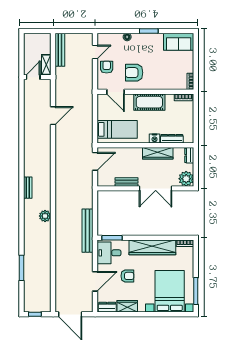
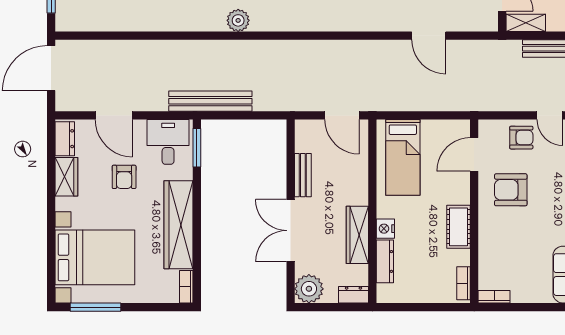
armchair: (134, 73) -> (511, 190), turned -90
cot: (149, 102) -> (459, 227), width x0.73, depth x0.75

